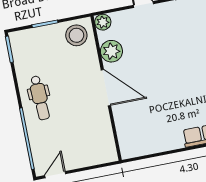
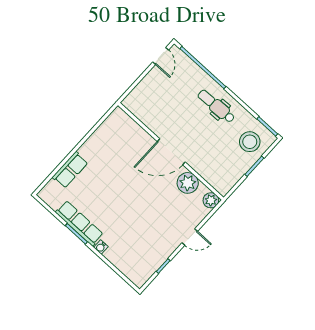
stool: (76, 35) -> (250, 142), moved

